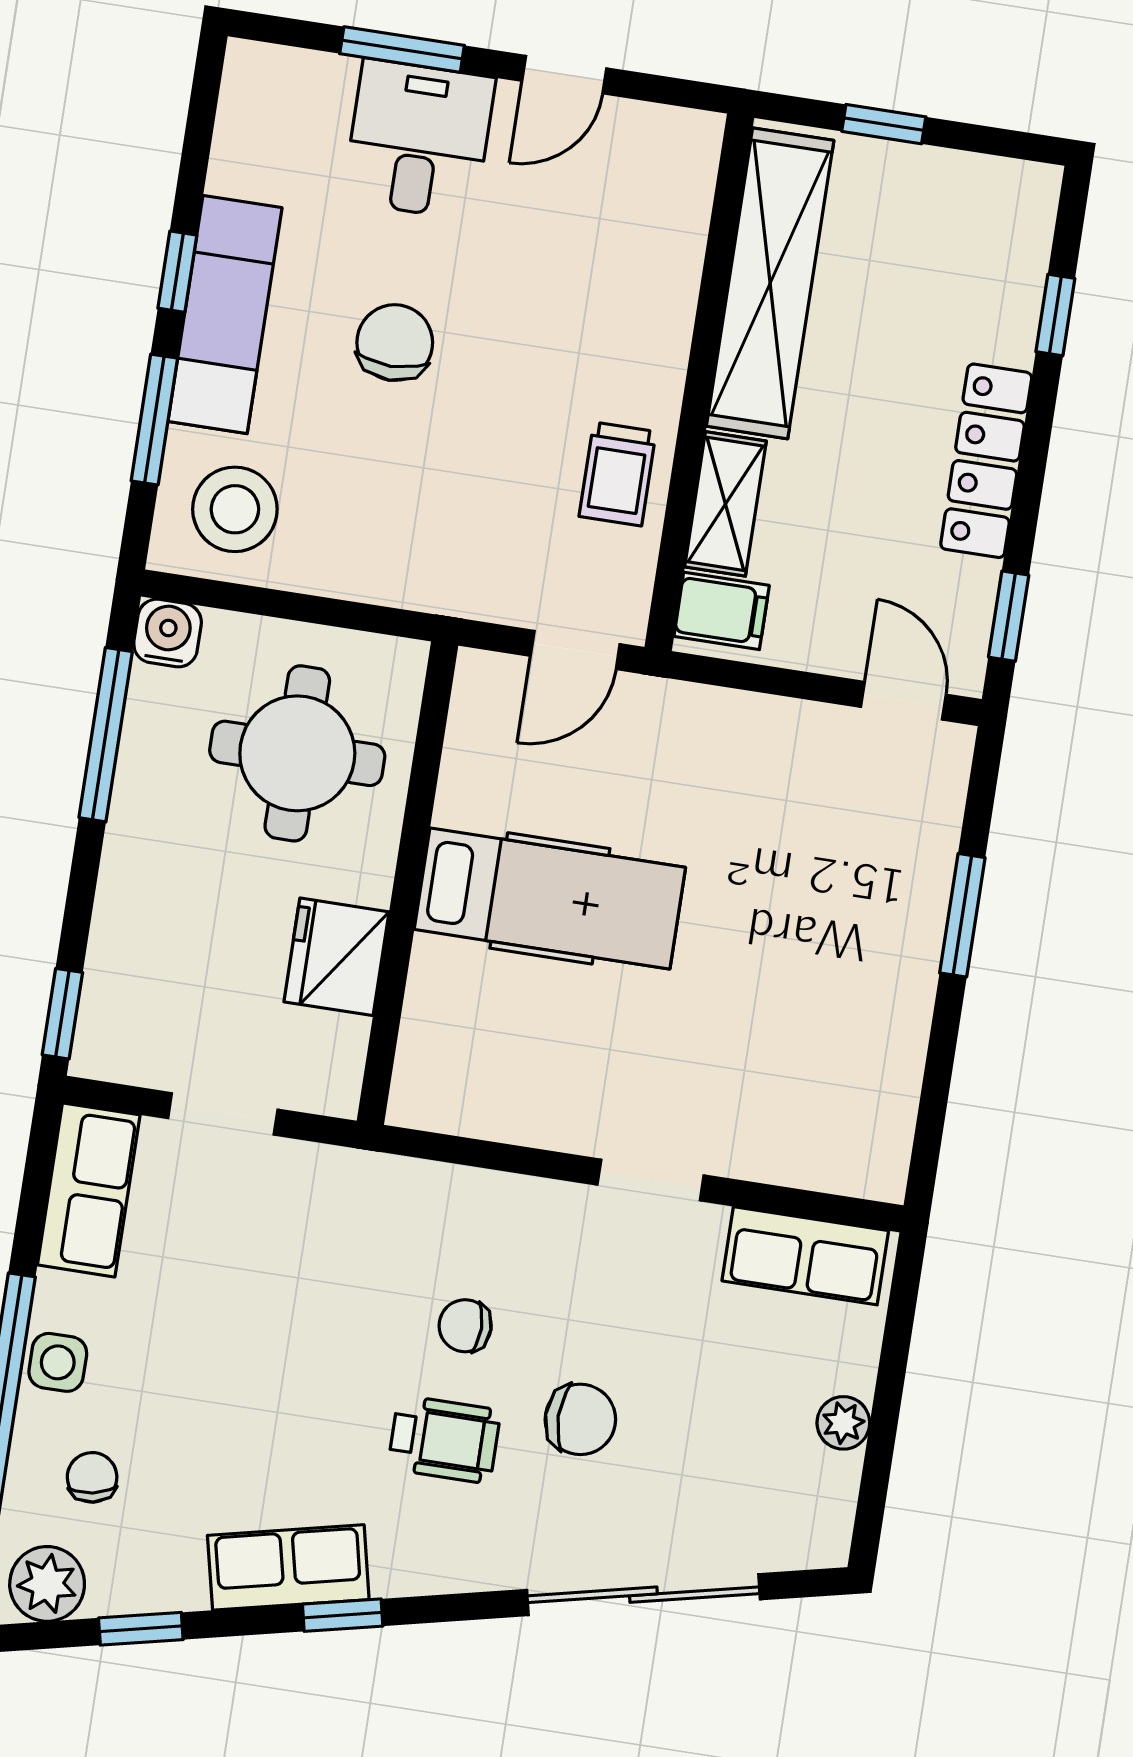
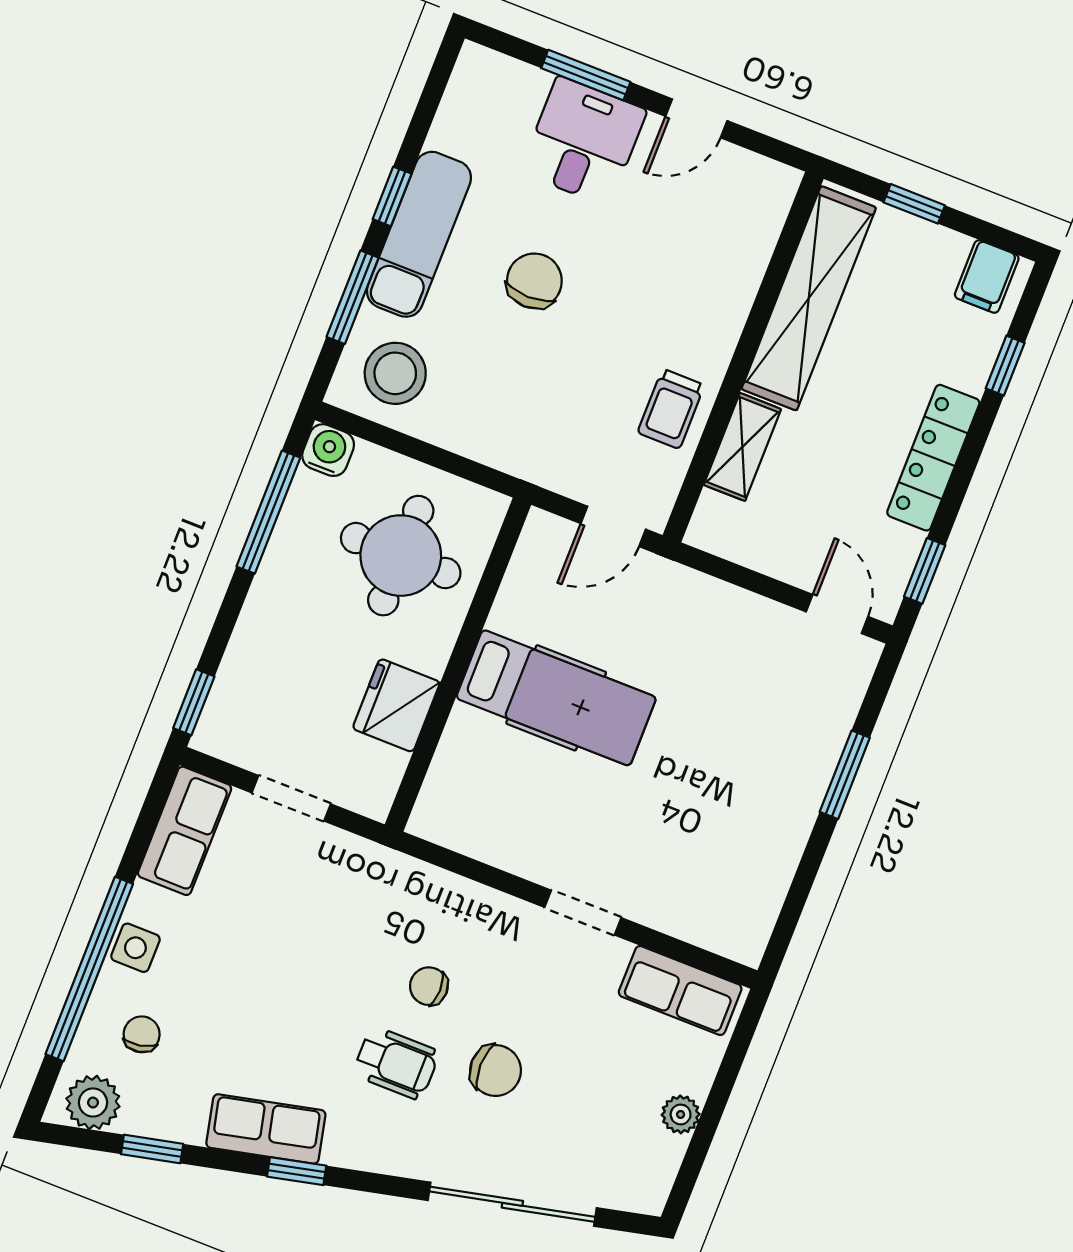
filing cabinet: (722, 611) -> (987, 276), moved, turned 90

